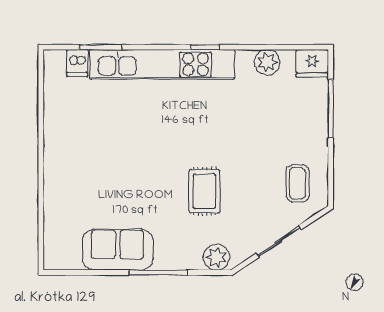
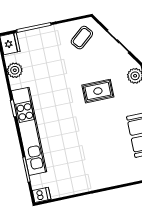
dishwasher: (77, 63) -> (42, 195), moved
coffee table: (297, 183) -> (82, 38), turned -40

